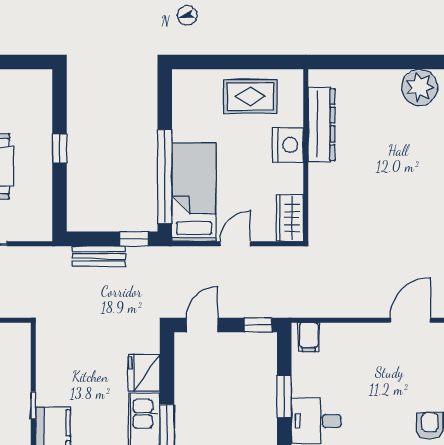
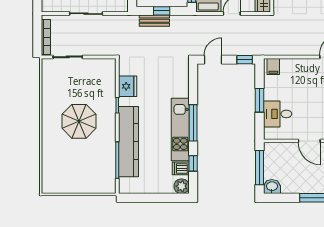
window: (134, 239) -> (162, 11), moved
fridge: (144, 373) -> (128, 86), moved, turned 180

